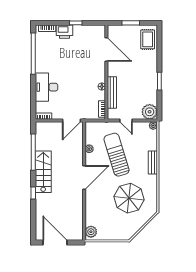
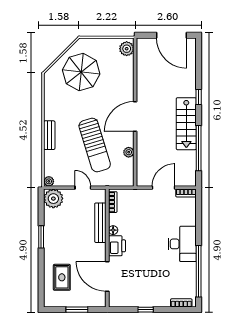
printer: (65, 32) -> (117, 246), moved, turned 90
rug: (148, 39) -> (62, 277), moved
desk: (46, 87) -> (182, 244), moved
door: (71, 120) -> (164, 188), moved
parasol: (129, 198) -> (81, 72), moved

